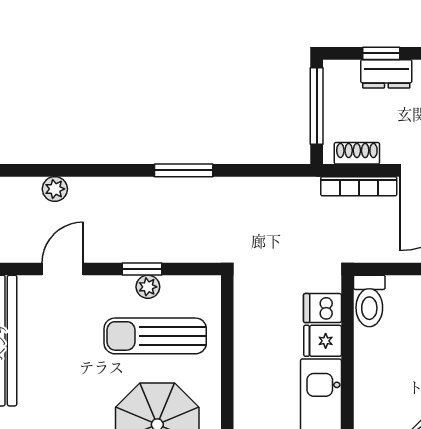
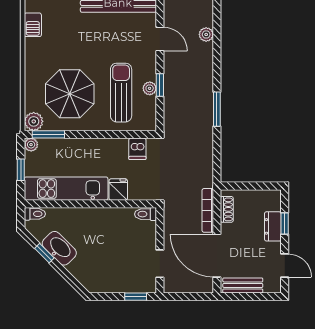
window: (317, 106) -> (254, 186), removed
toilet: (369, 301) -> (145, 214), width x0.73, depth x0.72
dishwasher: (322, 308) -> (137, 149), moved, turned 180

